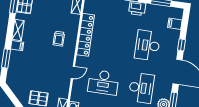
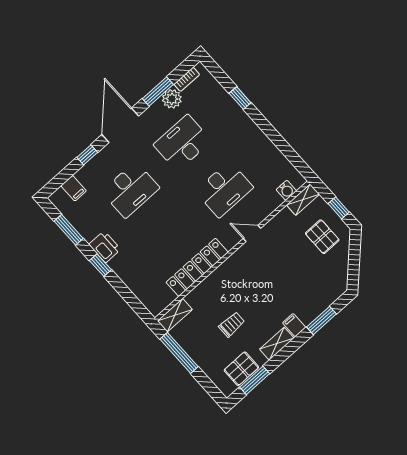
trolley: (59, 39) -> (232, 324), moved
desk: (103, 82) -> (224, 189), turned 90

